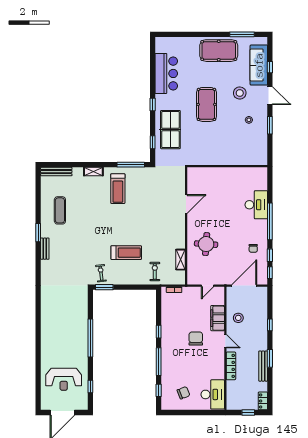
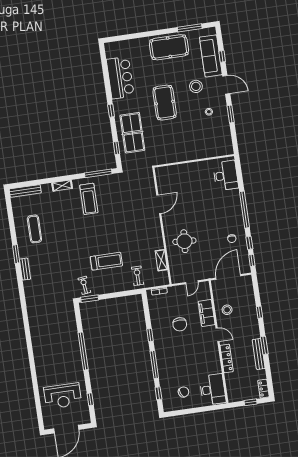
desk: (256, 205) -> (226, 176), moved
chair: (196, 339) -> (180, 324), moved, turned 180

